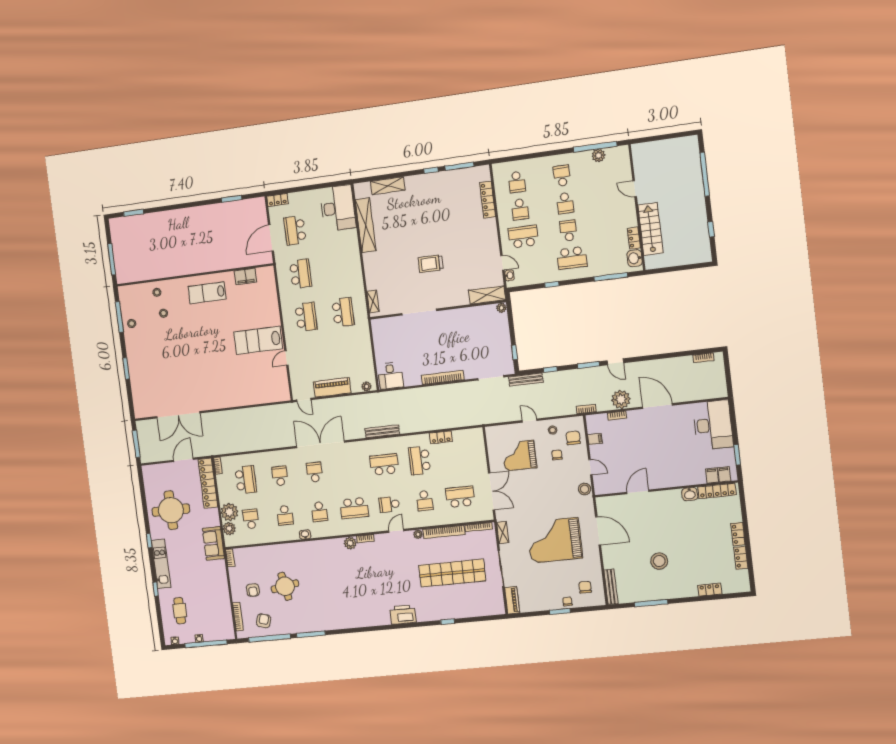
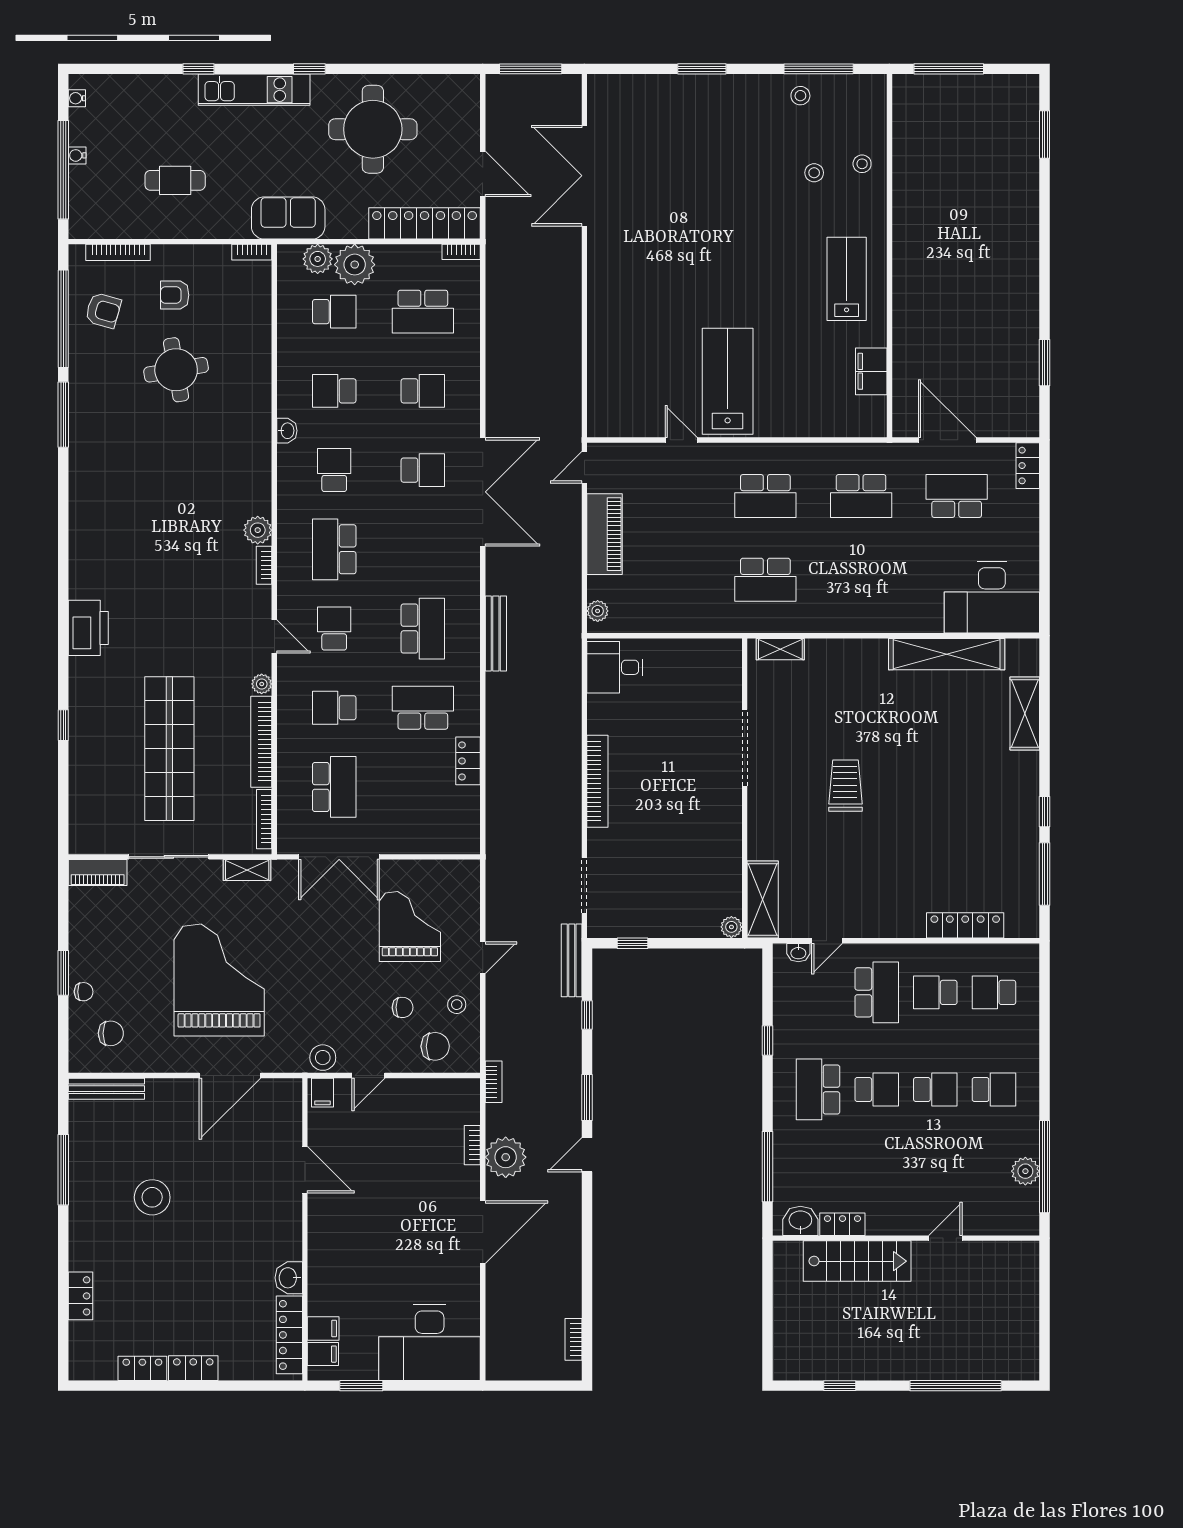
school desk: (565, 203) -> (935, 1089), turned 180
filing cabinet: (595, 439) -> (323, 1093), moved
school desk: (319, 512) -> (334, 470), turned 90
cafe table: (180, 611) -> (175, 180), moved

